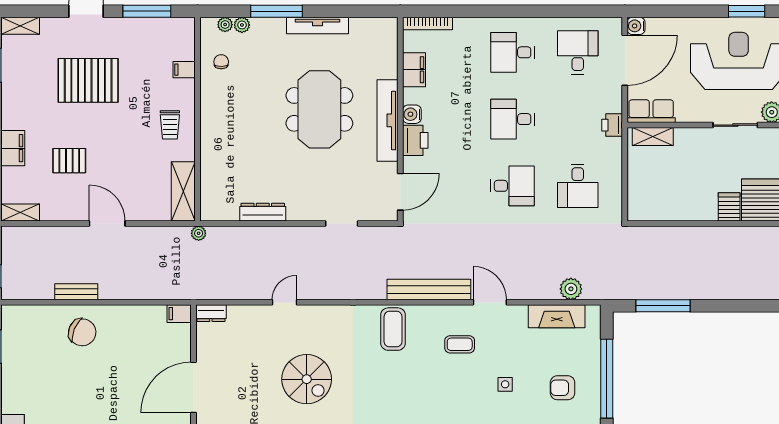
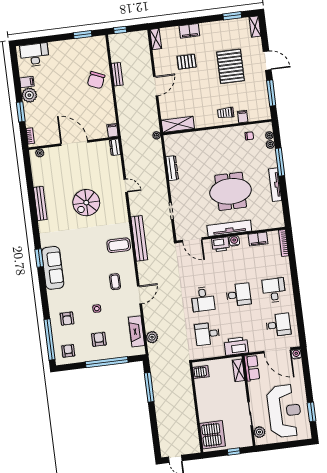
desk: (513, 119) -> (238, 295), turned 90
trolley: (170, 125) -> (226, 113), moved
printer: (612, 125) -> (236, 346), width x1.87, depth x1.48
pallet: (69, 161) -> (187, 62), turned 90
server rack: (729, 207) -> (201, 372), moved
bench: (429, 289) -> (139, 238), moved

